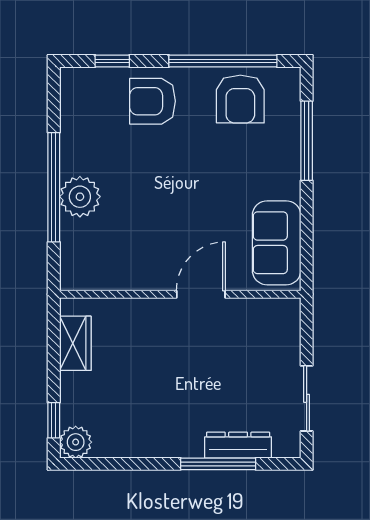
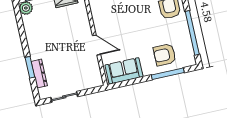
armchair: (240, 99) -> (165, 55), moved
window: (218, 464) -> (30, 67), width x0.69

